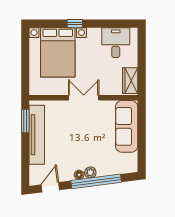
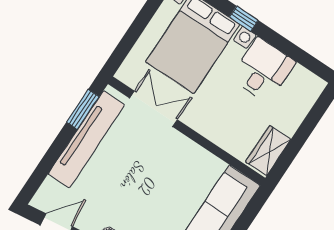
desk: (116, 43) -> (263, 70), moved
double door: (84, 98) -> (154, 109), moved

